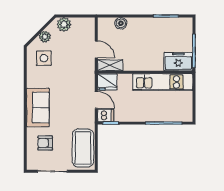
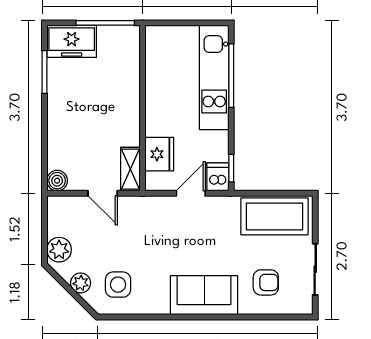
boiler: (121, 23) -> (57, 181), moved
door: (96, 49) -> (103, 193), swing flipped
freezer: (178, 62) -> (72, 41), moved, turned -90
fridge: (107, 82) -> (159, 154), moved
kitchen unit: (163, 82) -> (214, 77), moved, turned 180
armchair: (45, 143) -> (266, 282), turned -90

